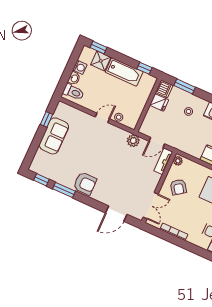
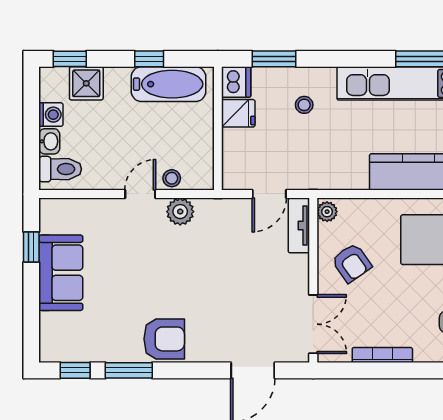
window: (144, 68) -> (149, 59), moved
bathtub: (124, 72) -> (168, 84), moved
plant: (133, 141) -> (180, 212), moved

